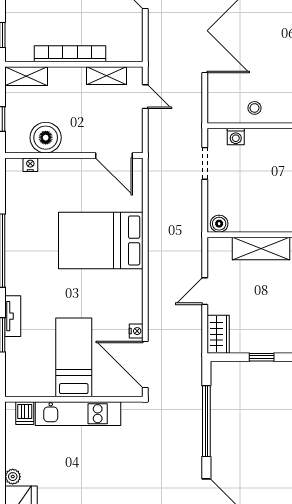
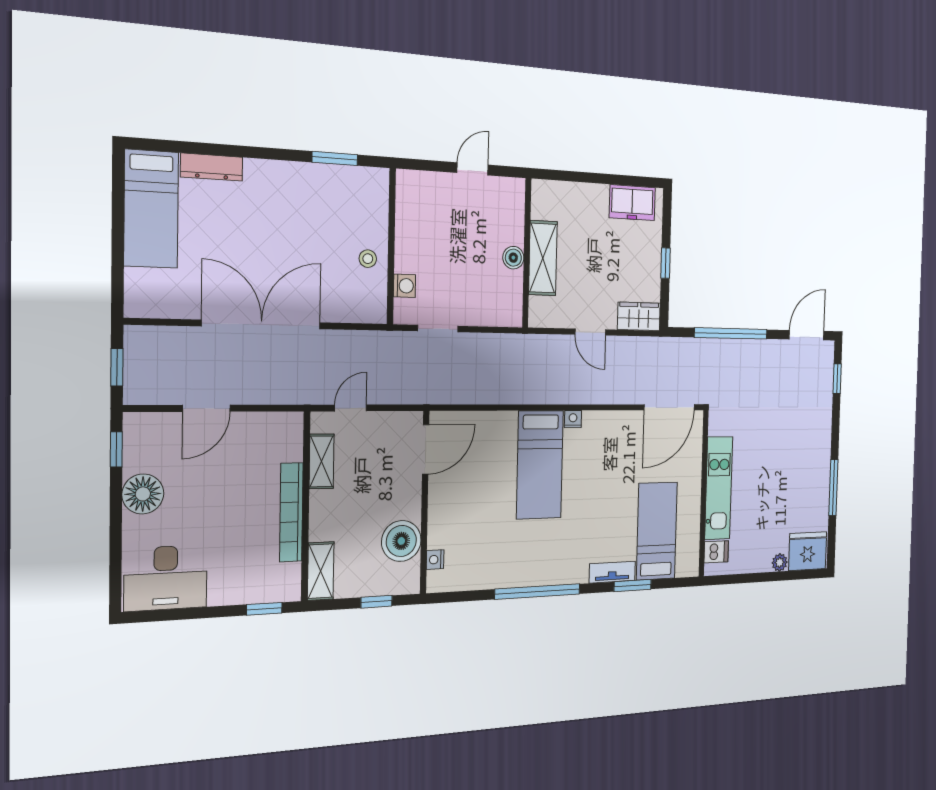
boiler: (219, 224) -> (513, 258), moved
bed: (101, 240) -> (540, 465), width x0.67
nightstand: (136, 331) -> (573, 419), moved
bed: (74, 357) -> (657, 531), moved, turned 90

